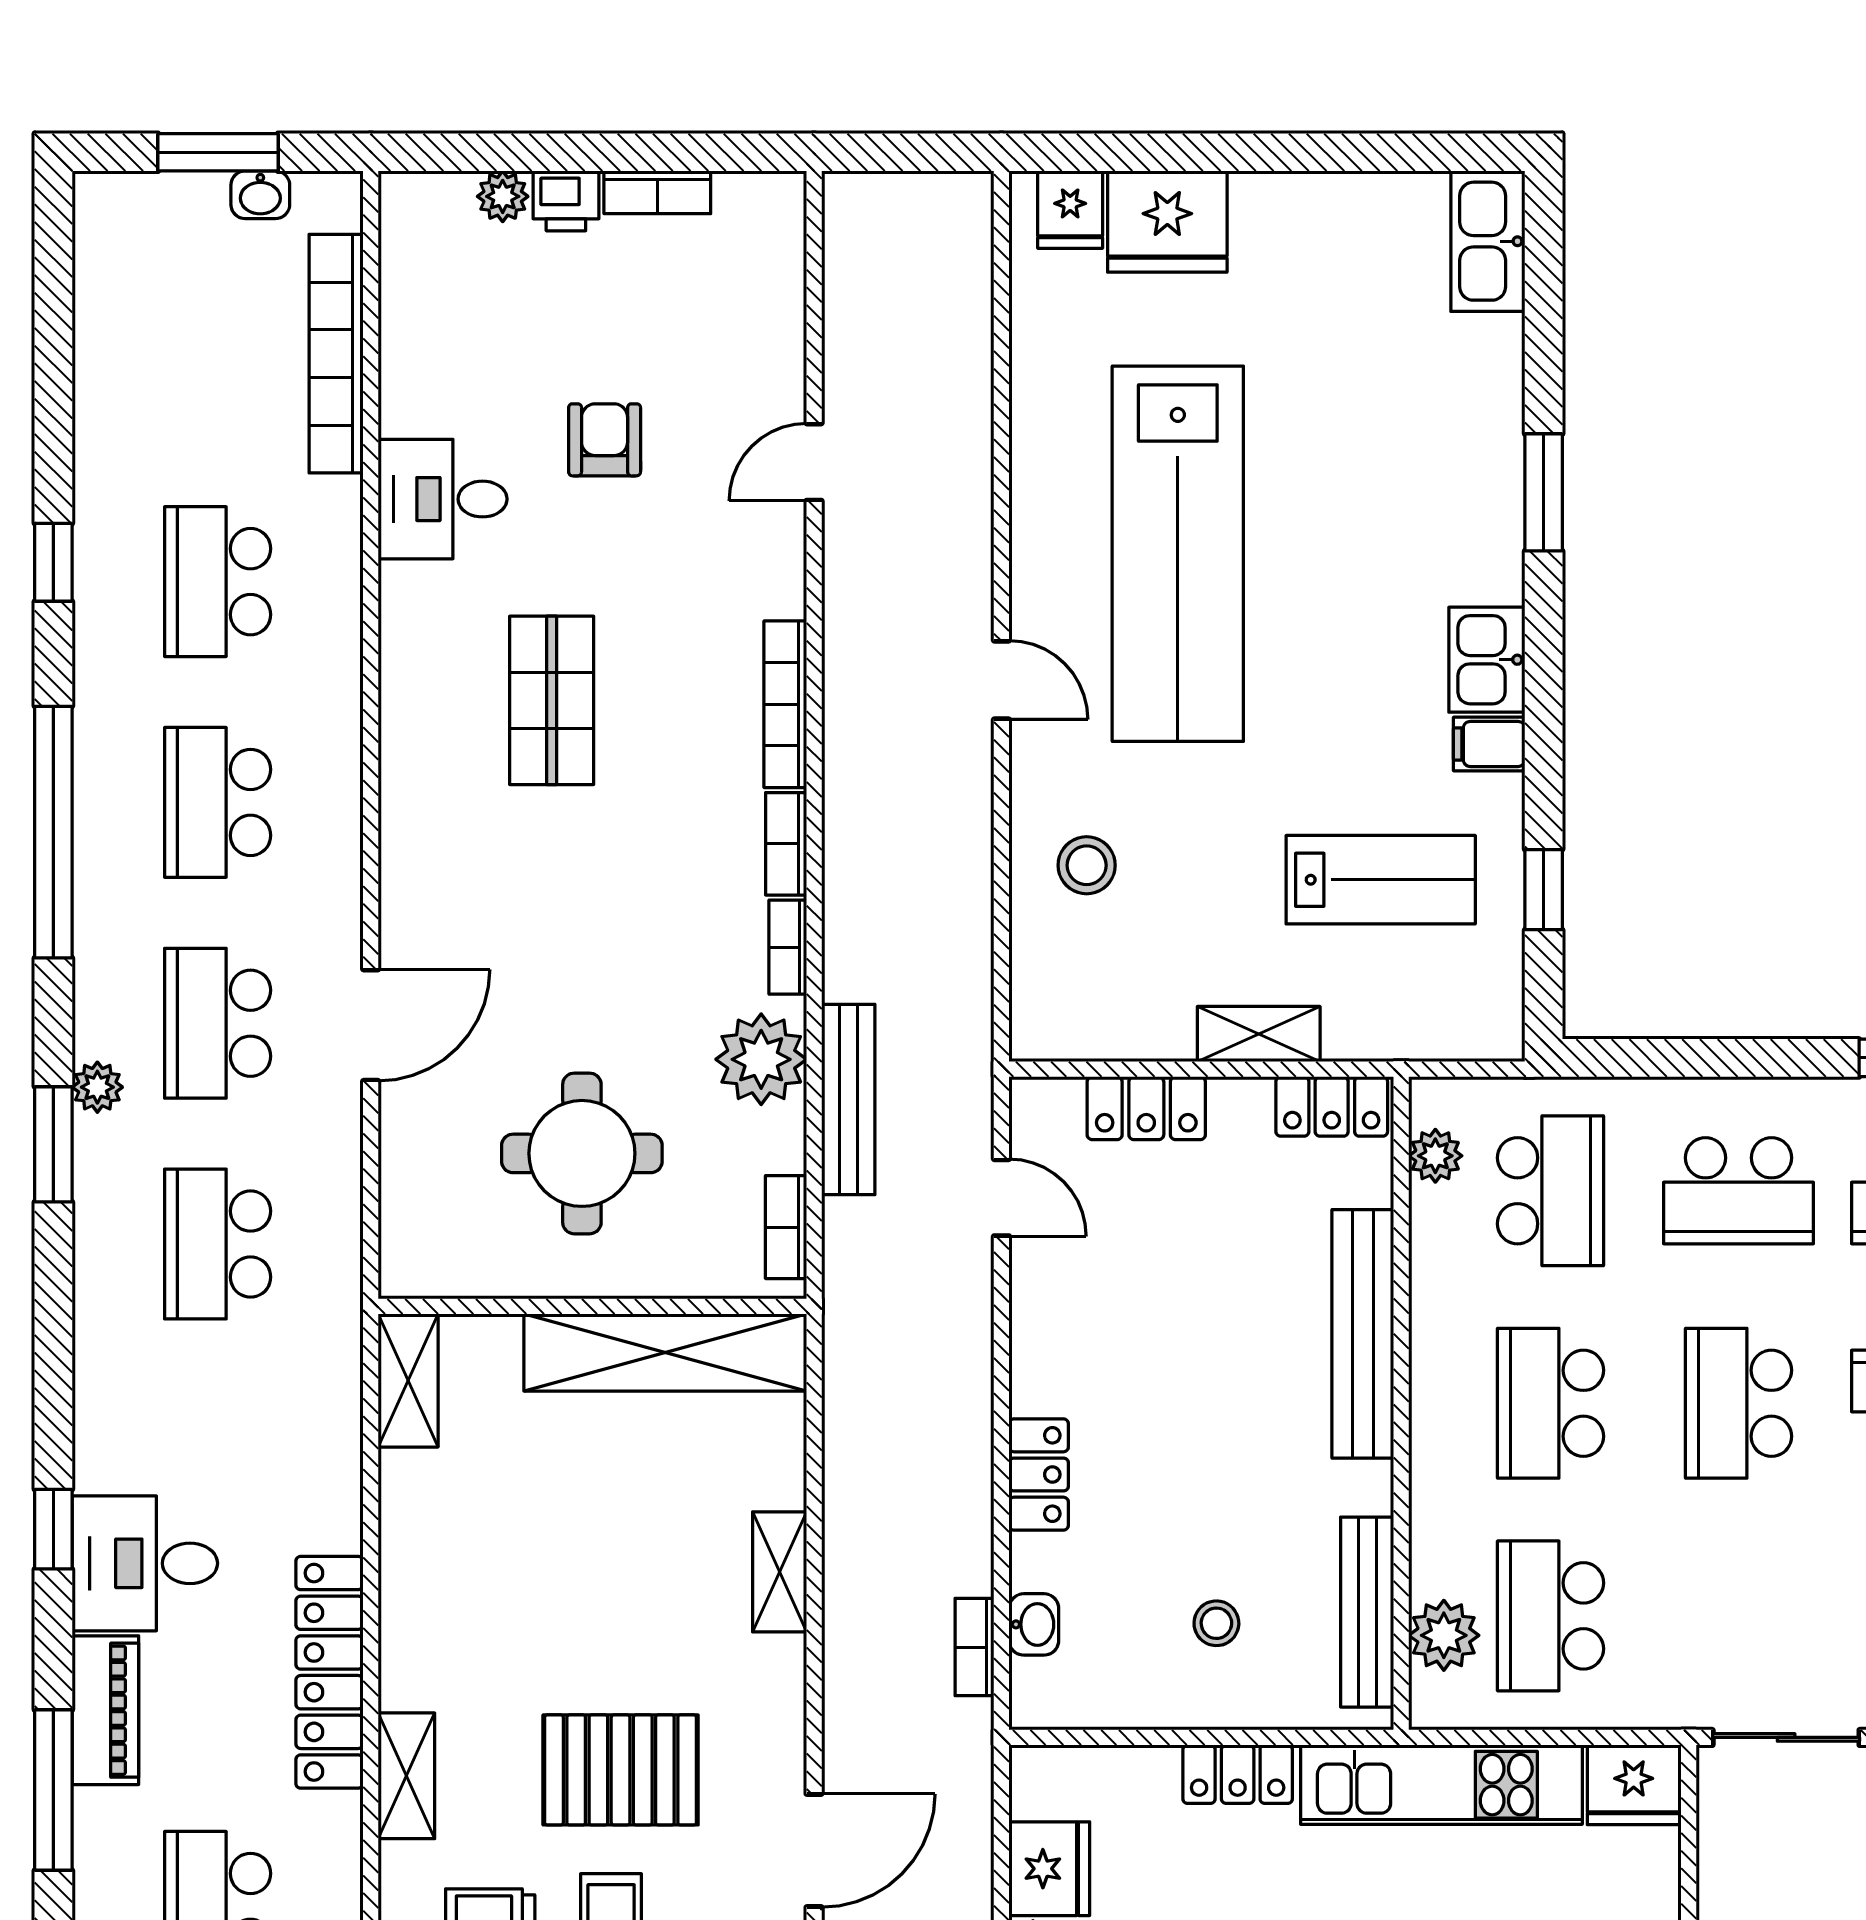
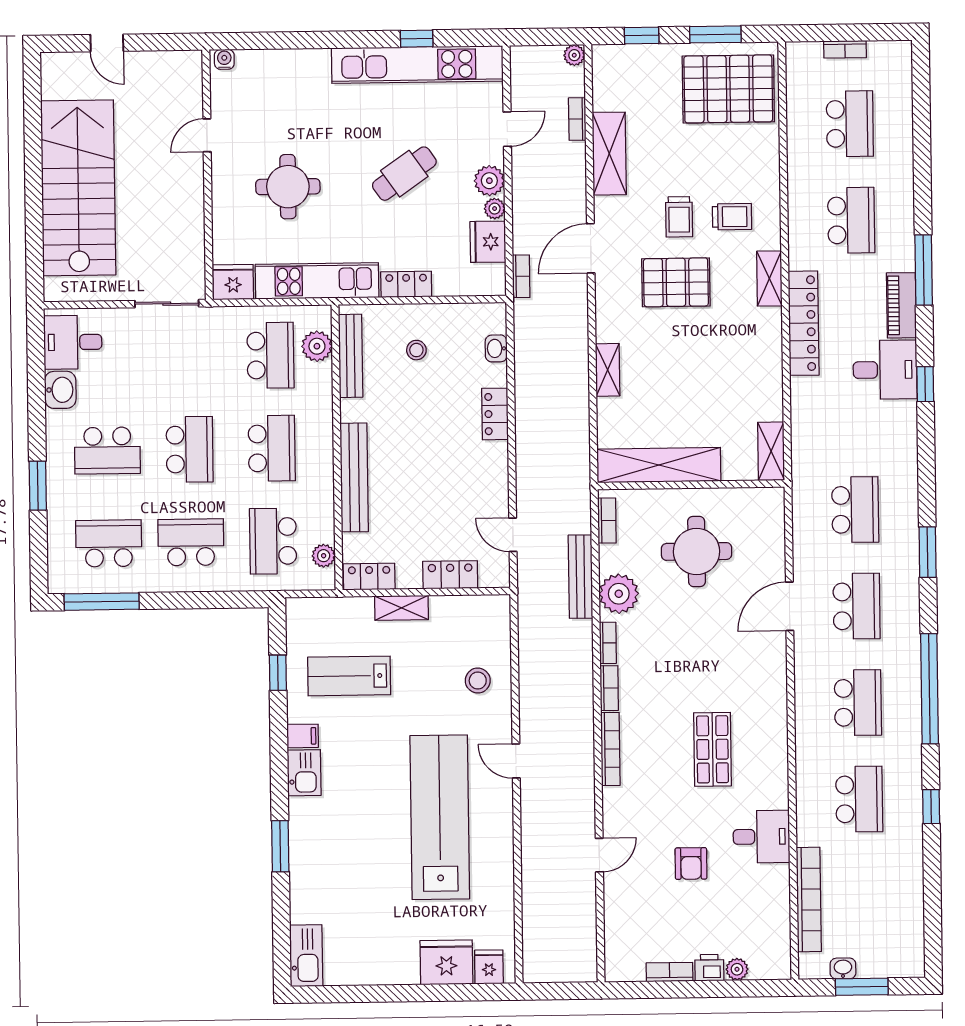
plant: (97, 1087) -> (909, 578), removed
bookcase: (975, 1647) -> (521, 276), moved

